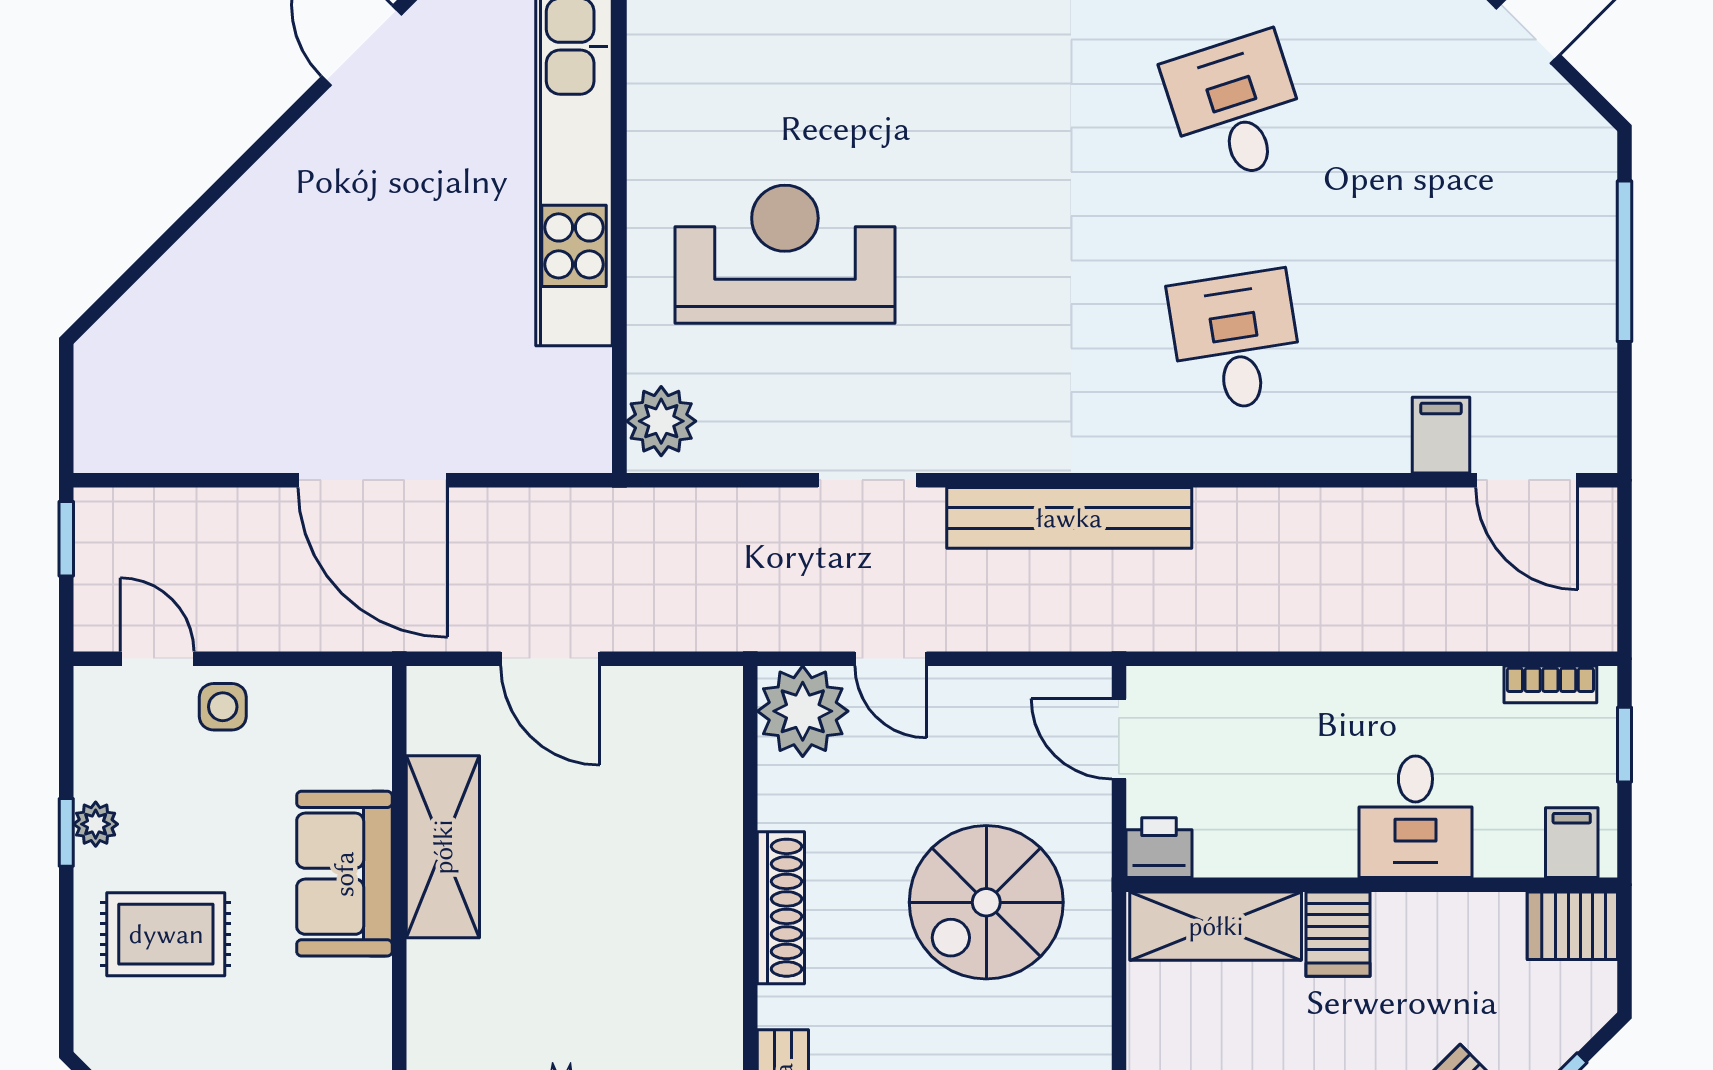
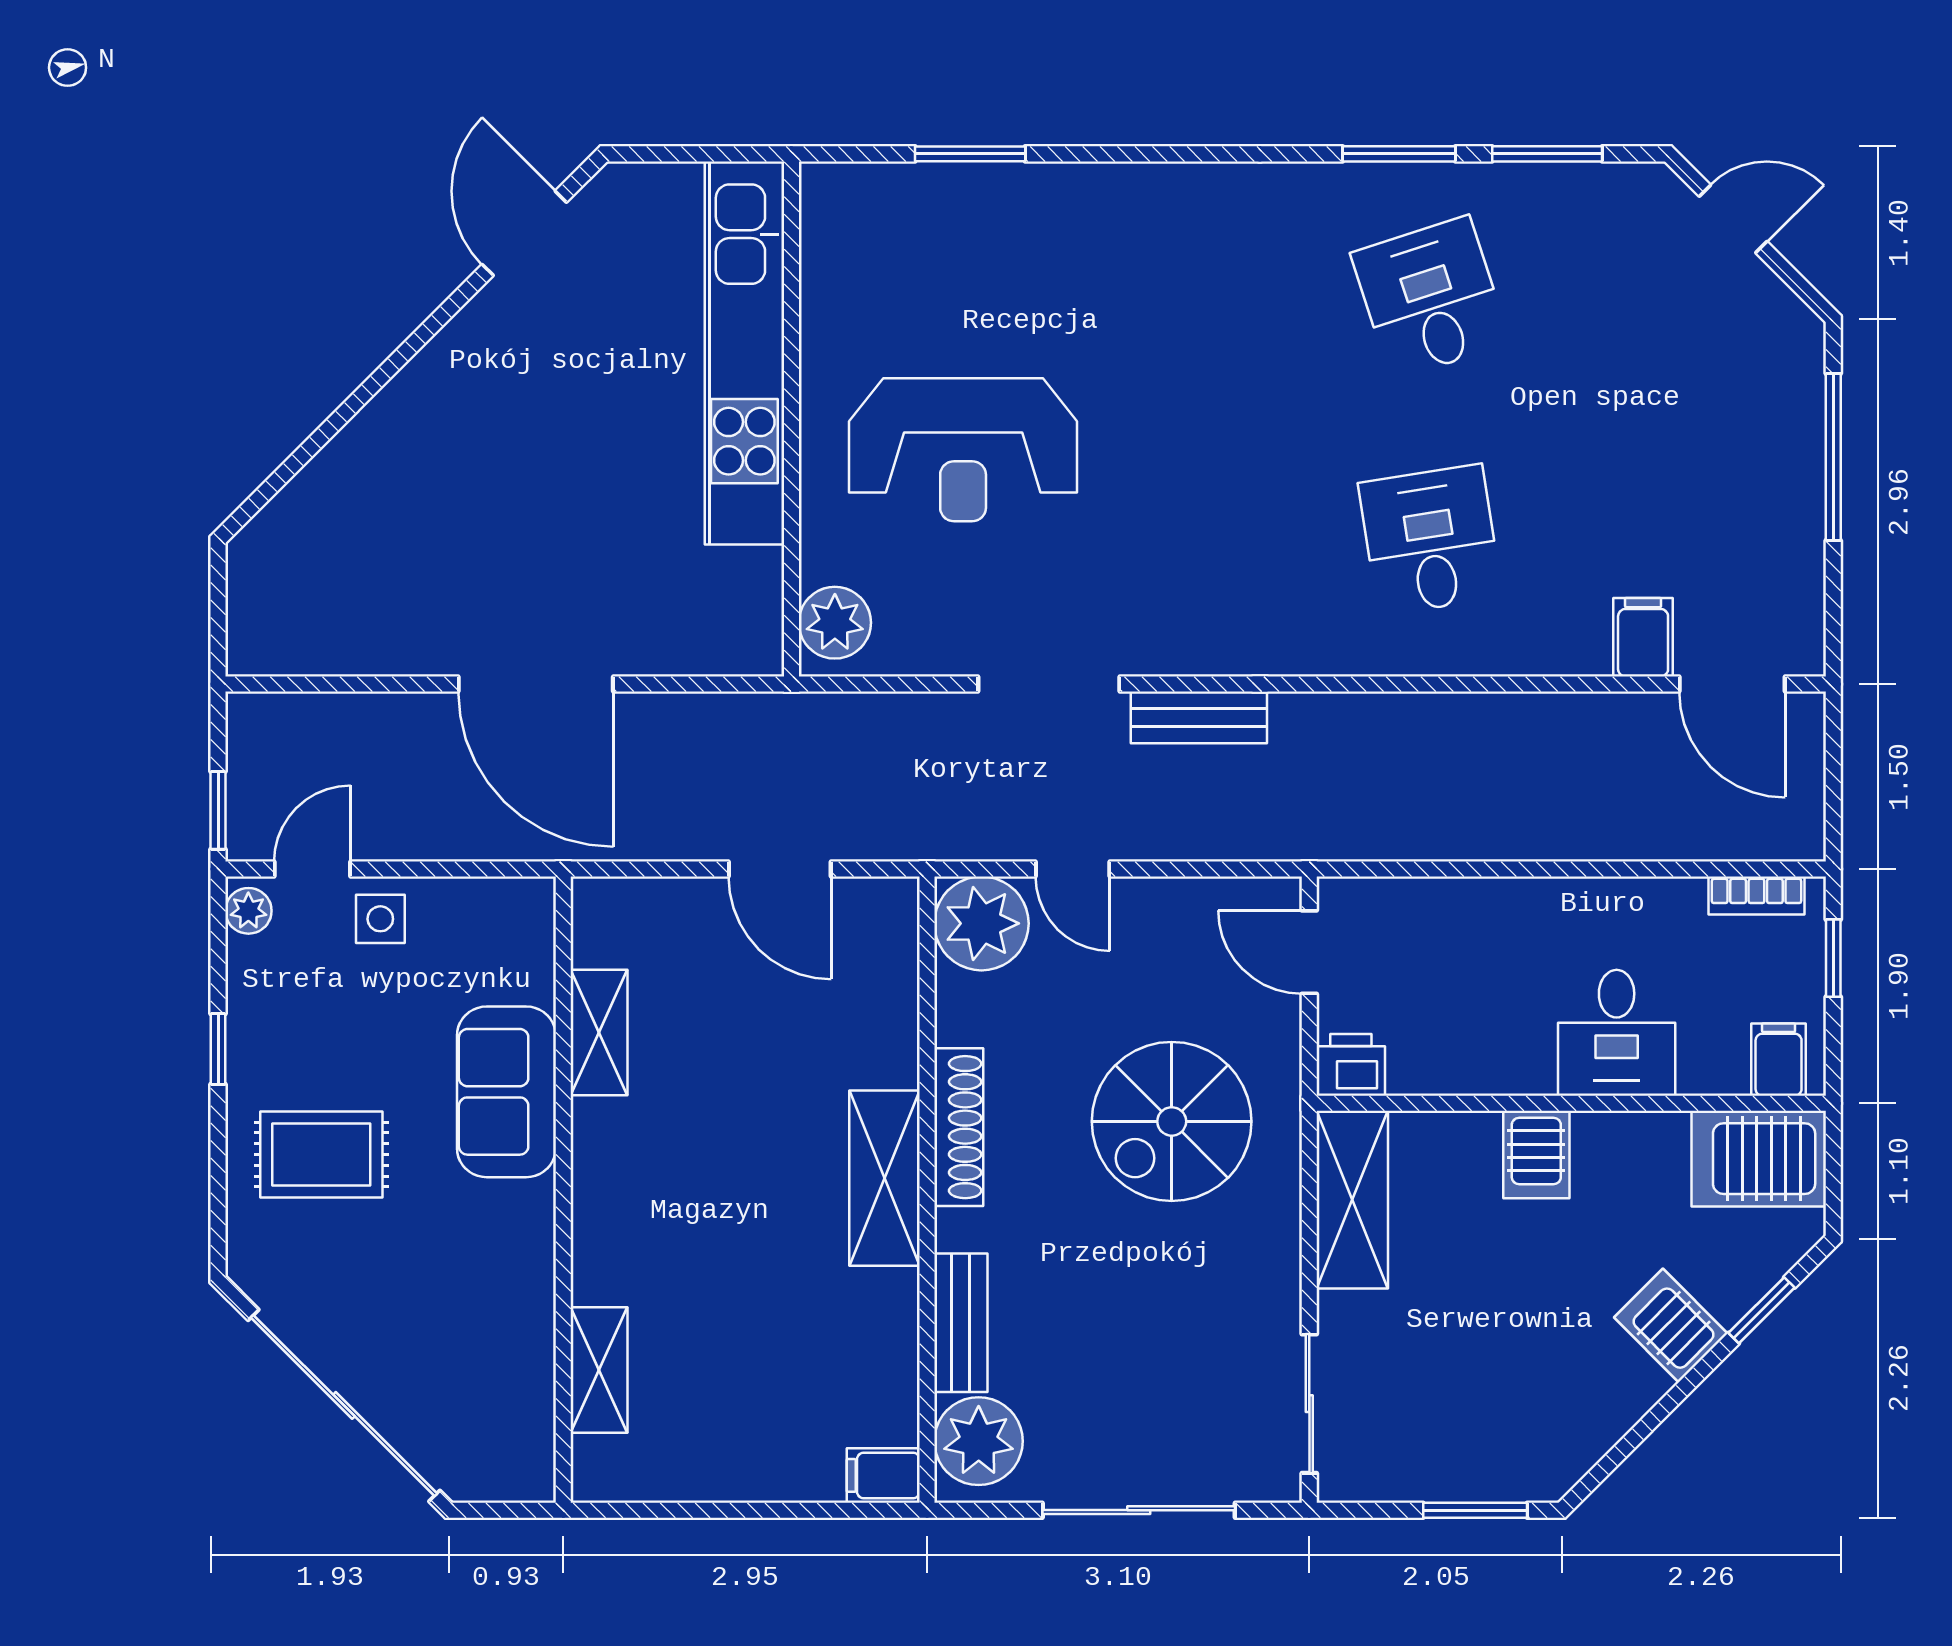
reception desk: (785, 254) -> (963, 450), turned 180
doorway: (868, 480) -> (1049, 684), width x1.38
bench: (1069, 518) -> (1199, 717), width x0.54, depth x0.82
window: (66, 539) -> (218, 810), moved
door: (157, 659) -> (312, 869), hinge flipped
door: (550, 659) -> (780, 869), moved
plant: (96, 824) -> (248, 911), moved
shelving: (443, 847) -> (599, 1032), width x0.67, depth x0.75
shelving: (1216, 926) -> (1352, 1200), moved, turned 90
server rack: (1572, 926) -> (1759, 1159), width x1.36, depth x1.44
shelving: (709, 957) -> (885, 1178), added

